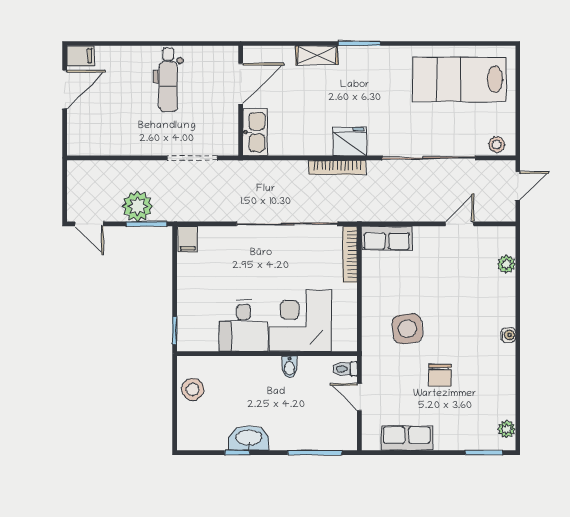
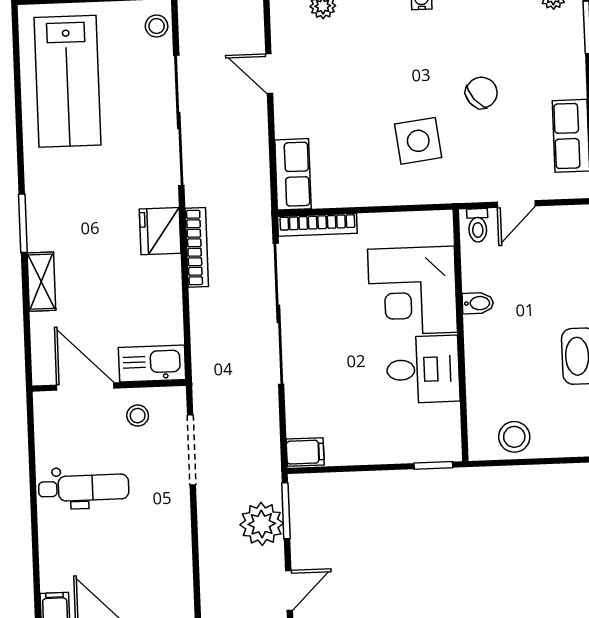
stool: (218, 120) -> (138, 416), added
chair: (440, 375) -> (481, 93), turned -39

